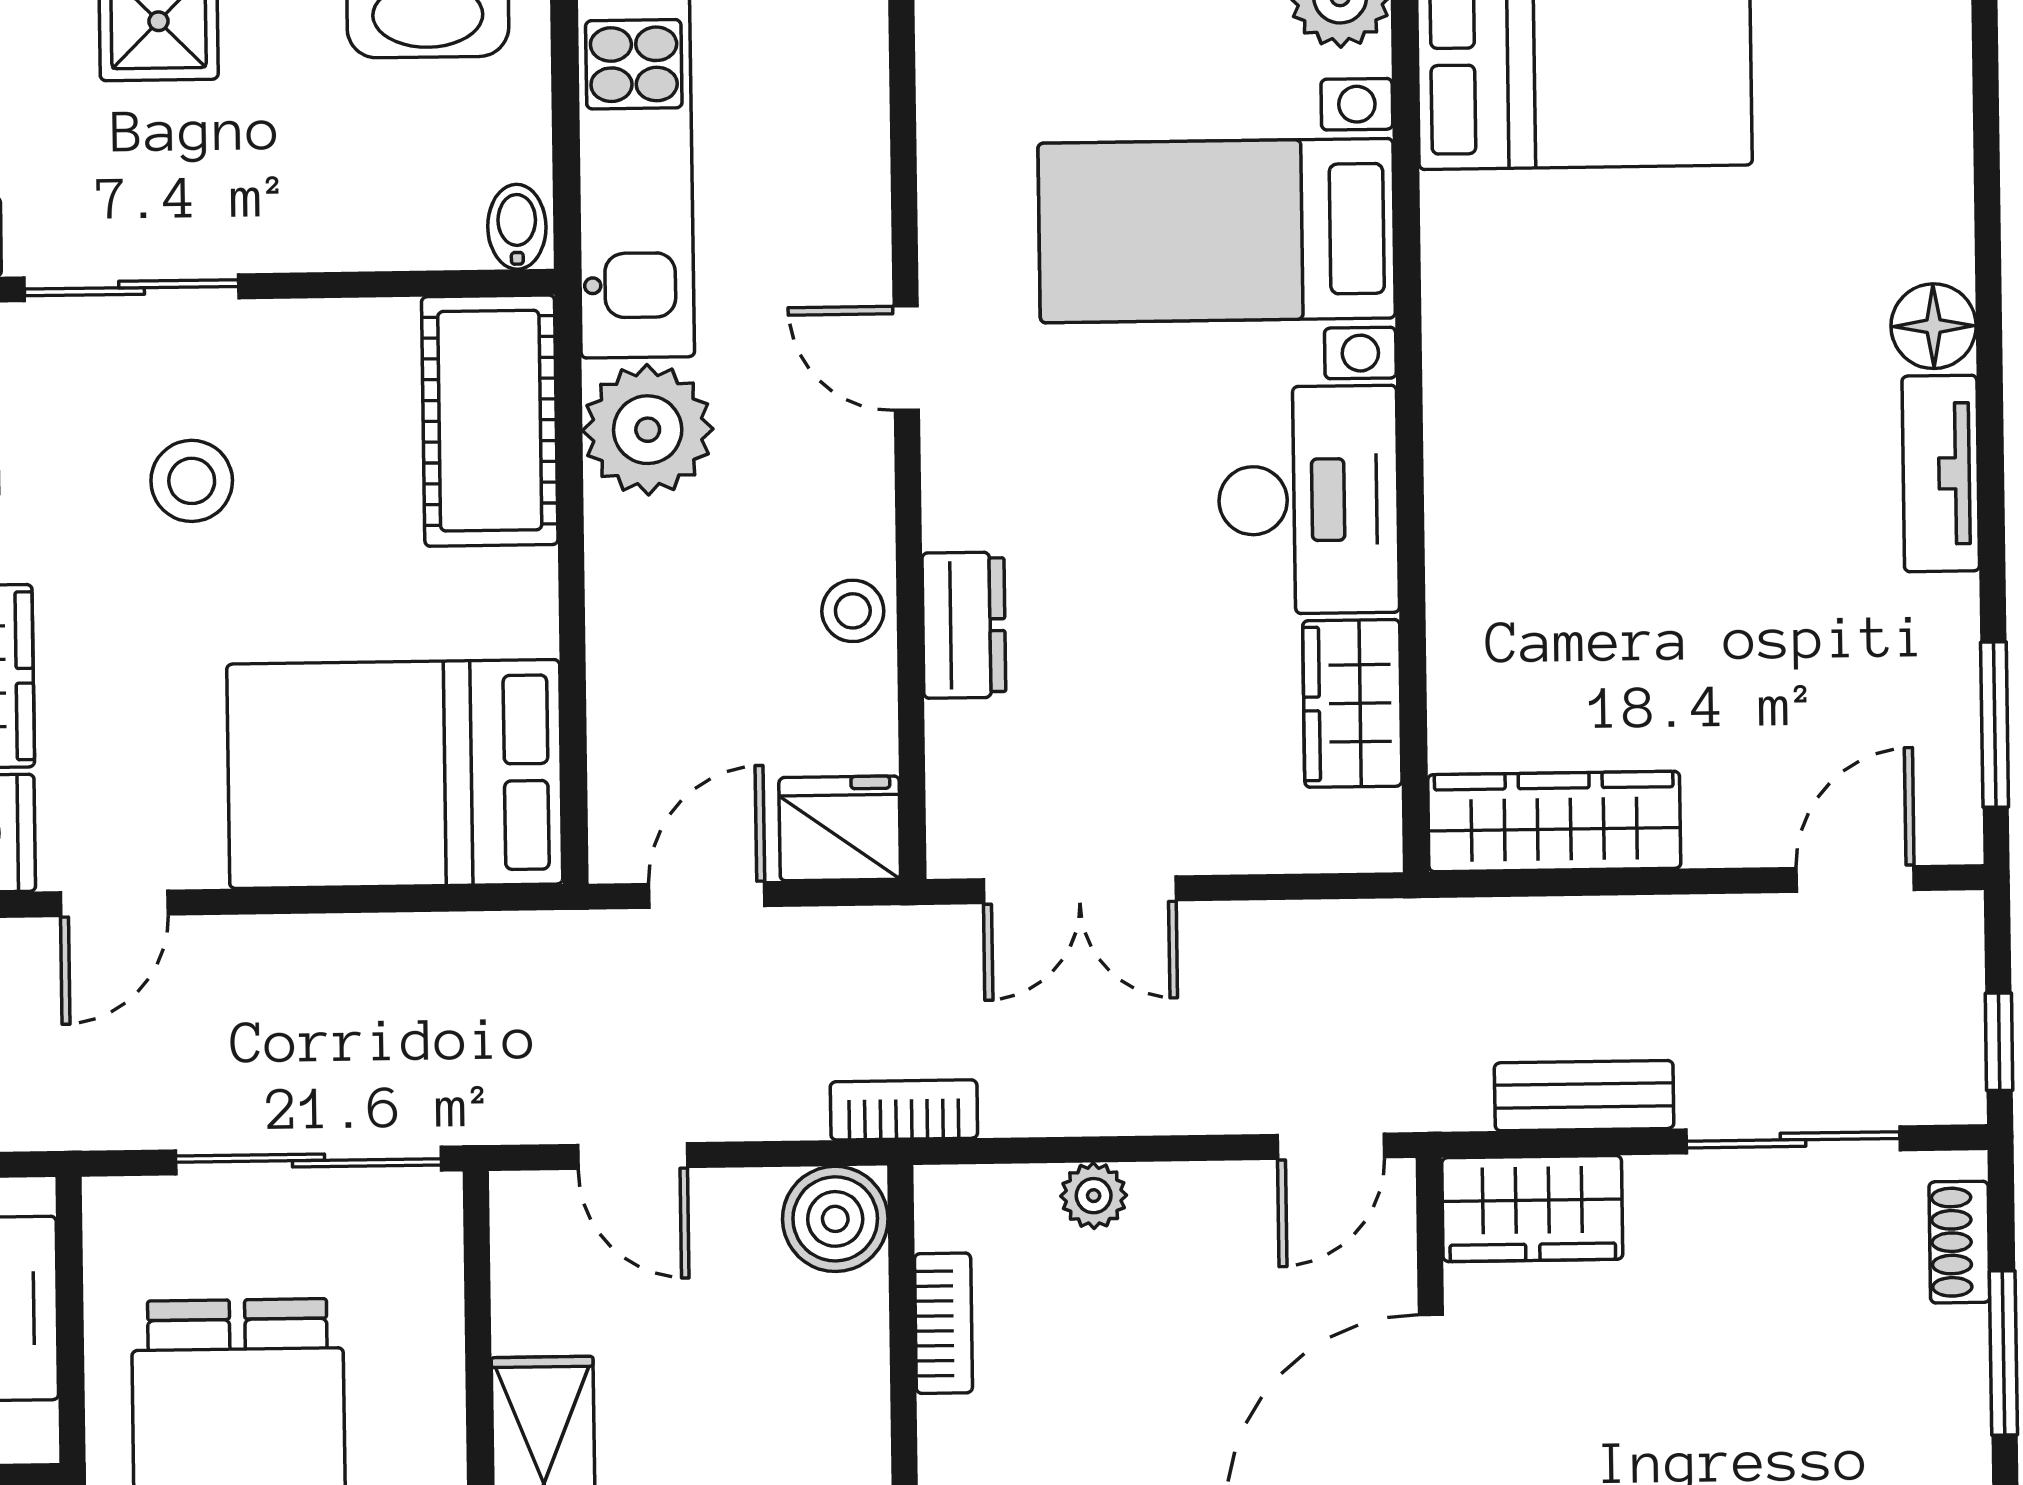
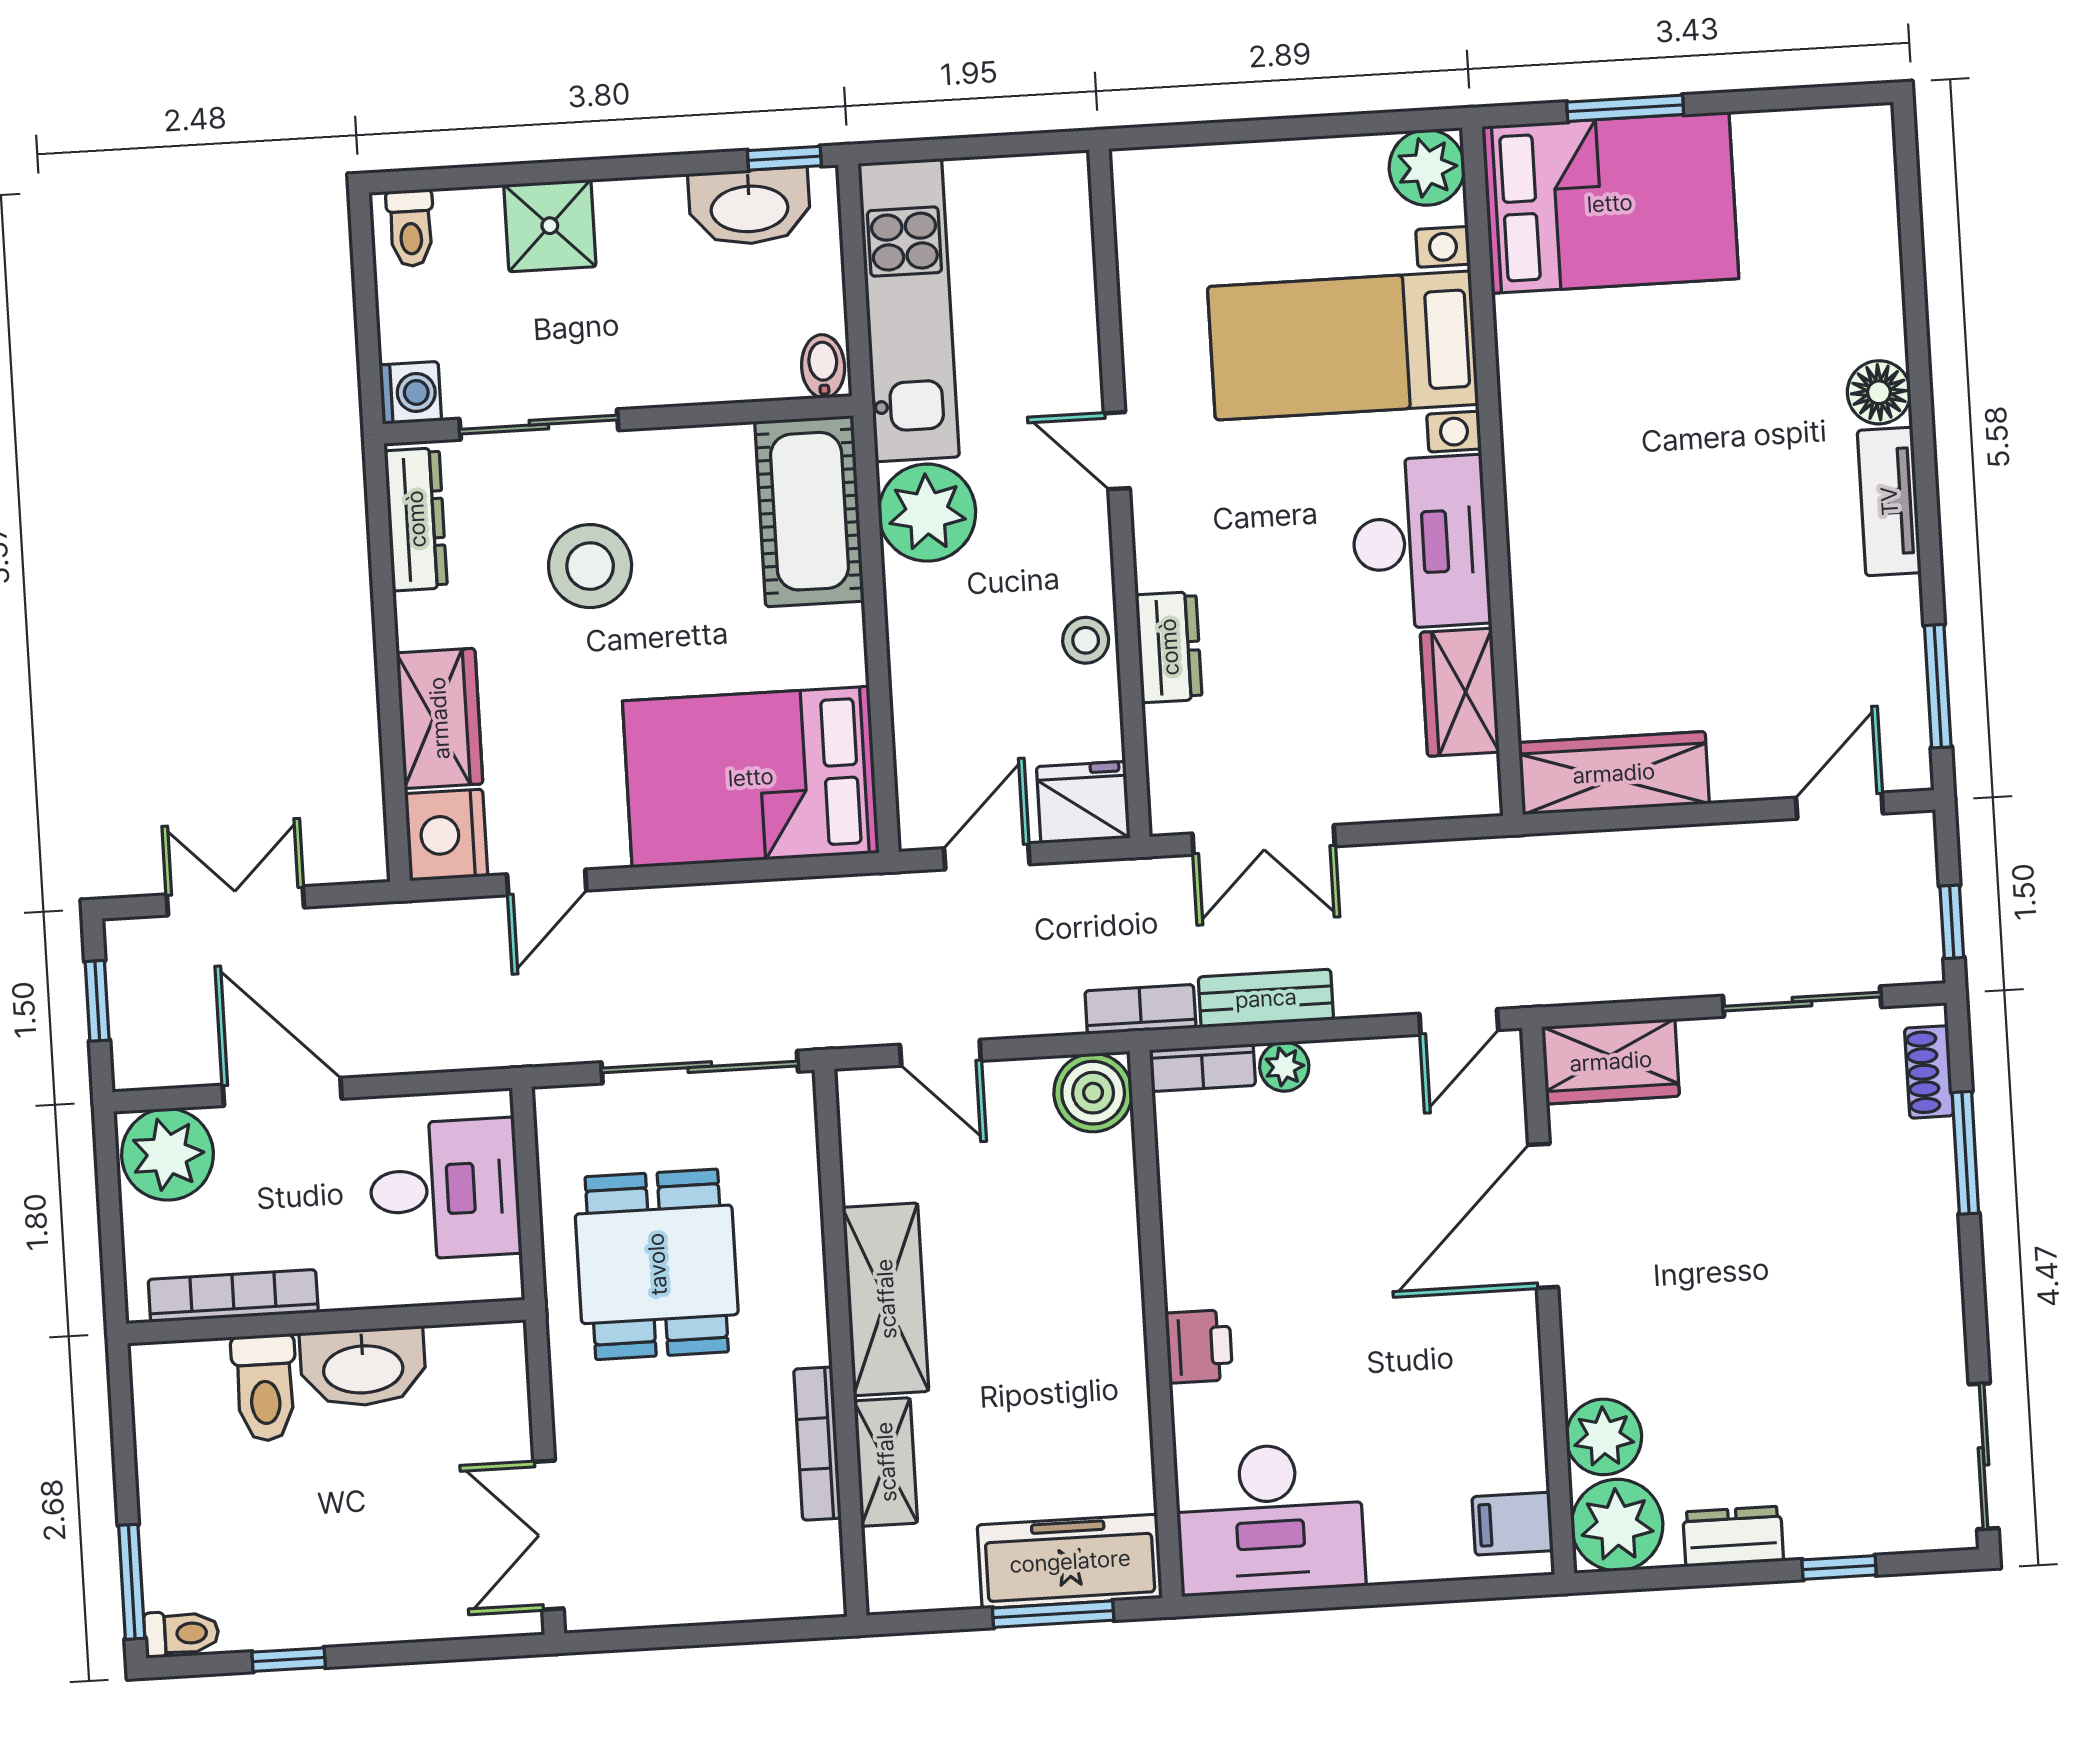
stool: (192, 481) -> (590, 566), width x1.38, depth x1.38
bench: (1584, 1096) -> (1266, 998), moved
bookcase: (943, 1323) -> (1202, 1068), moved, turned 90

